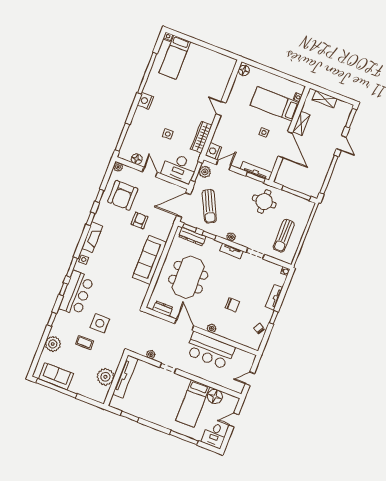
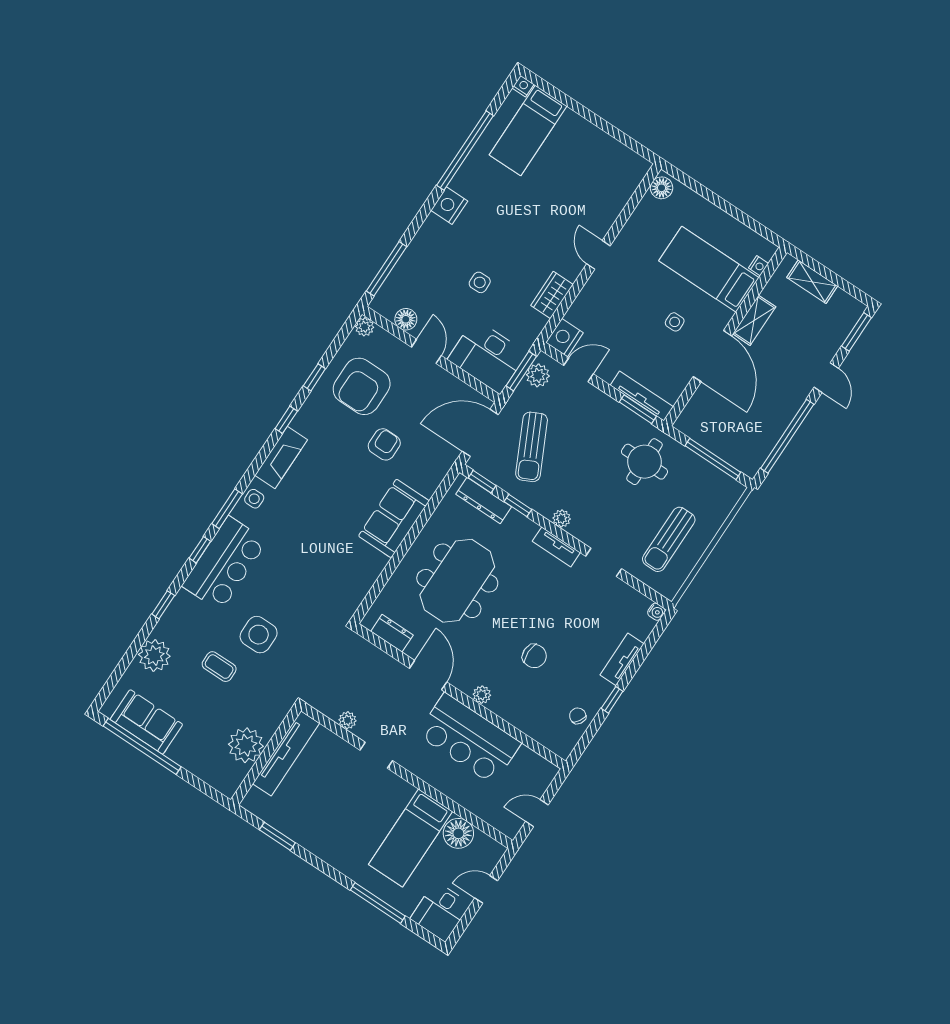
wardrobe: (201, 137) -> (552, 295), width x0.67
sofa: (150, 260) -> (394, 518), width x0.73

